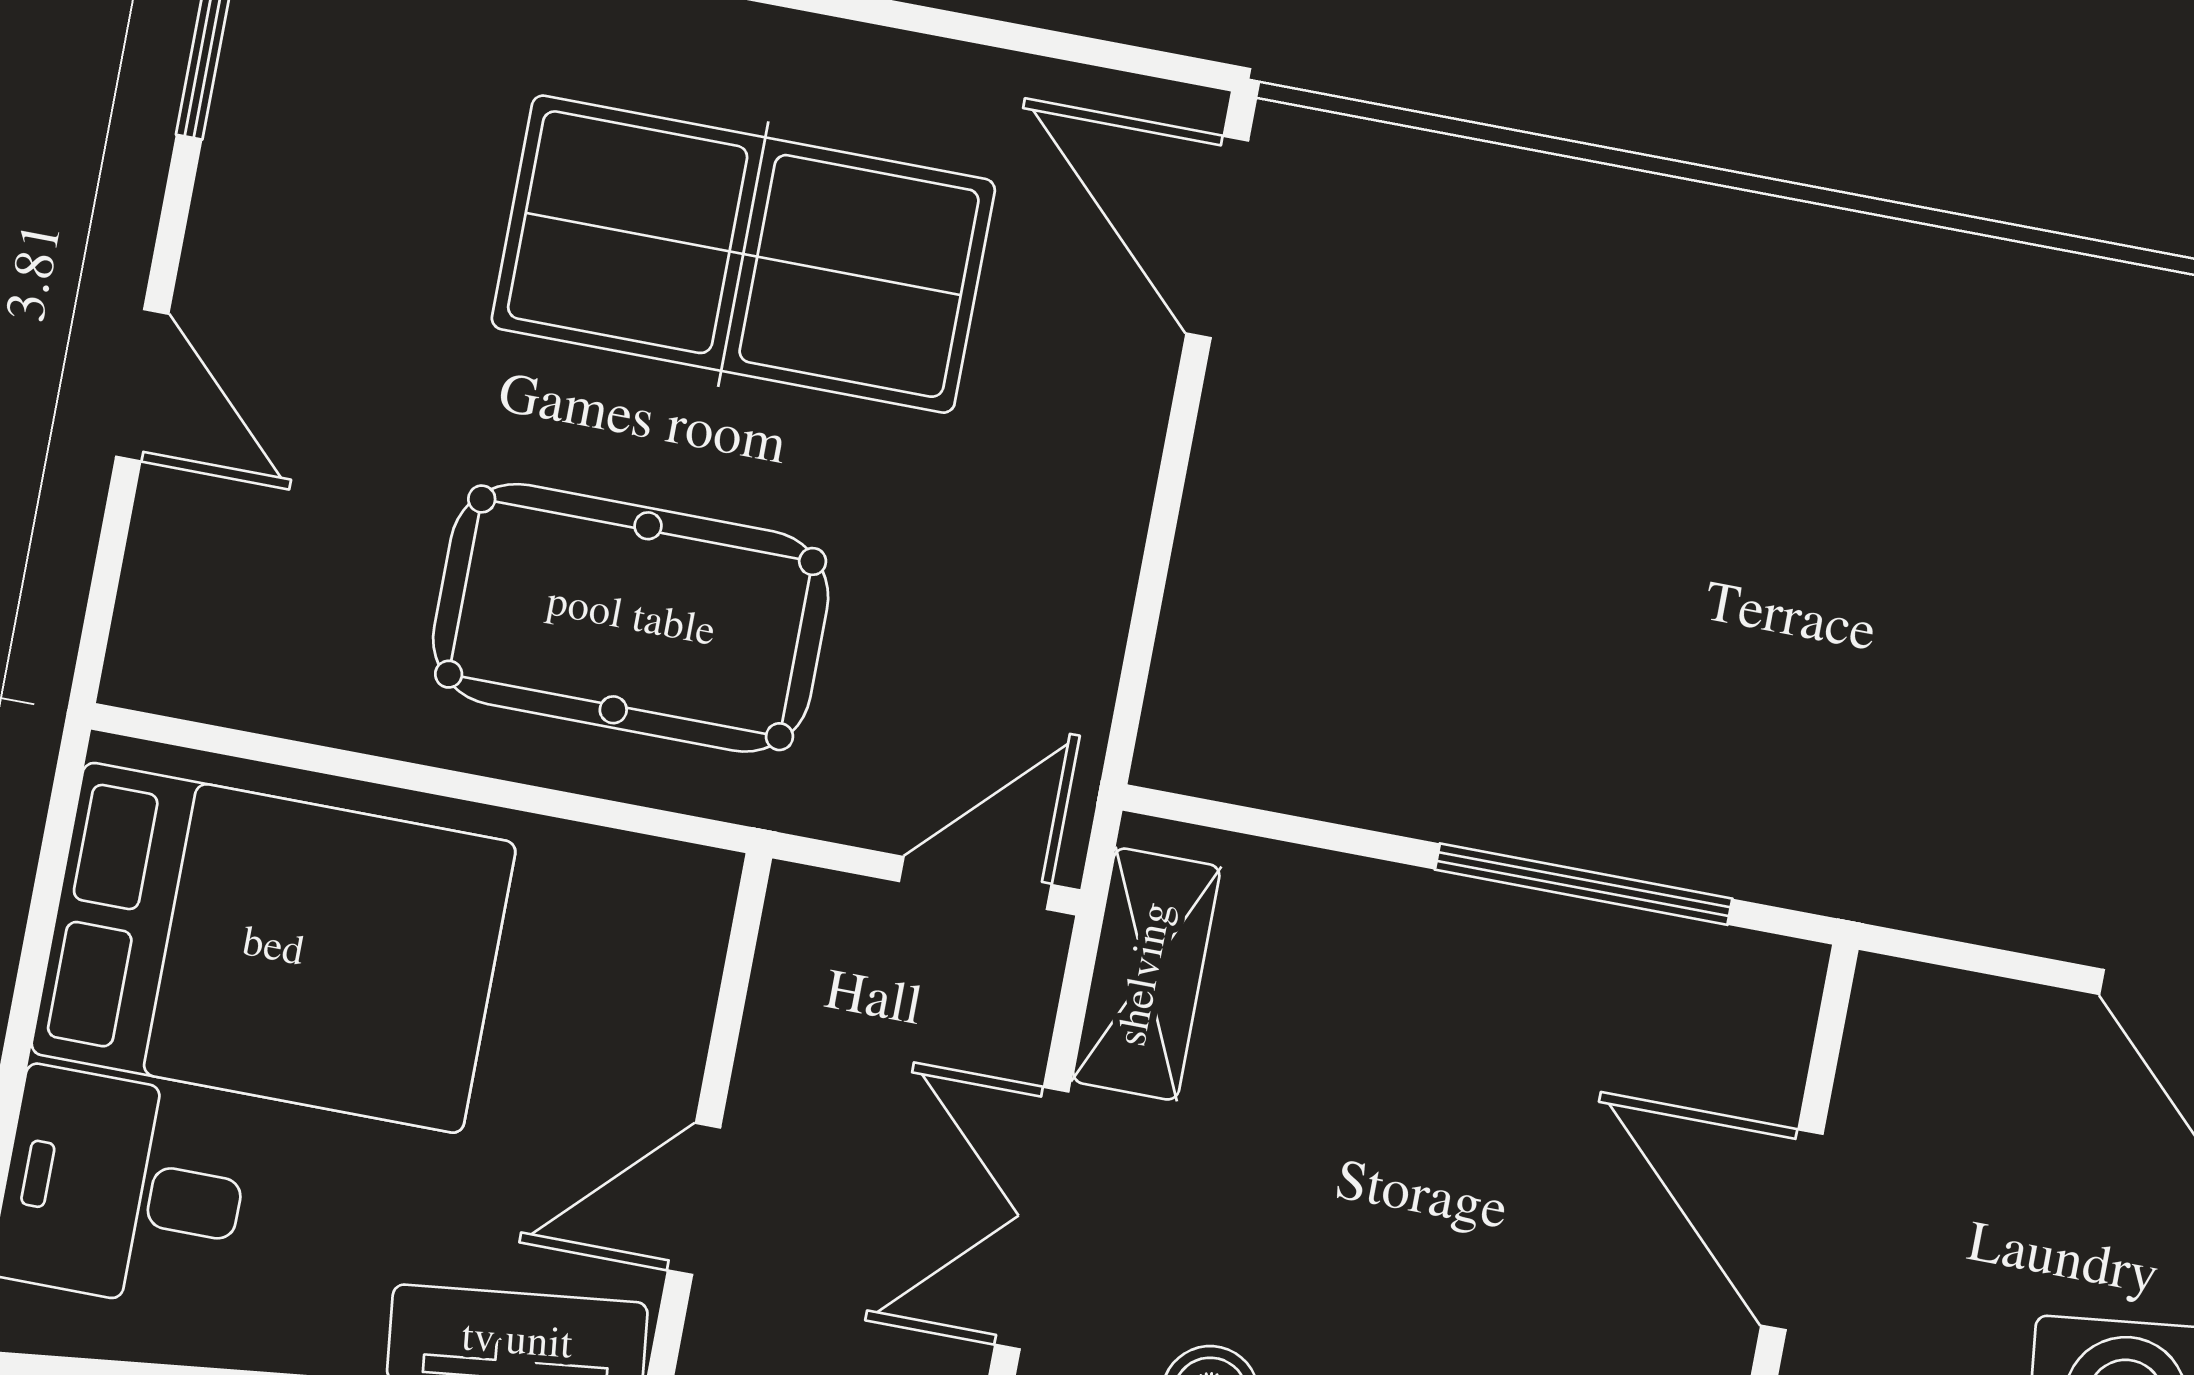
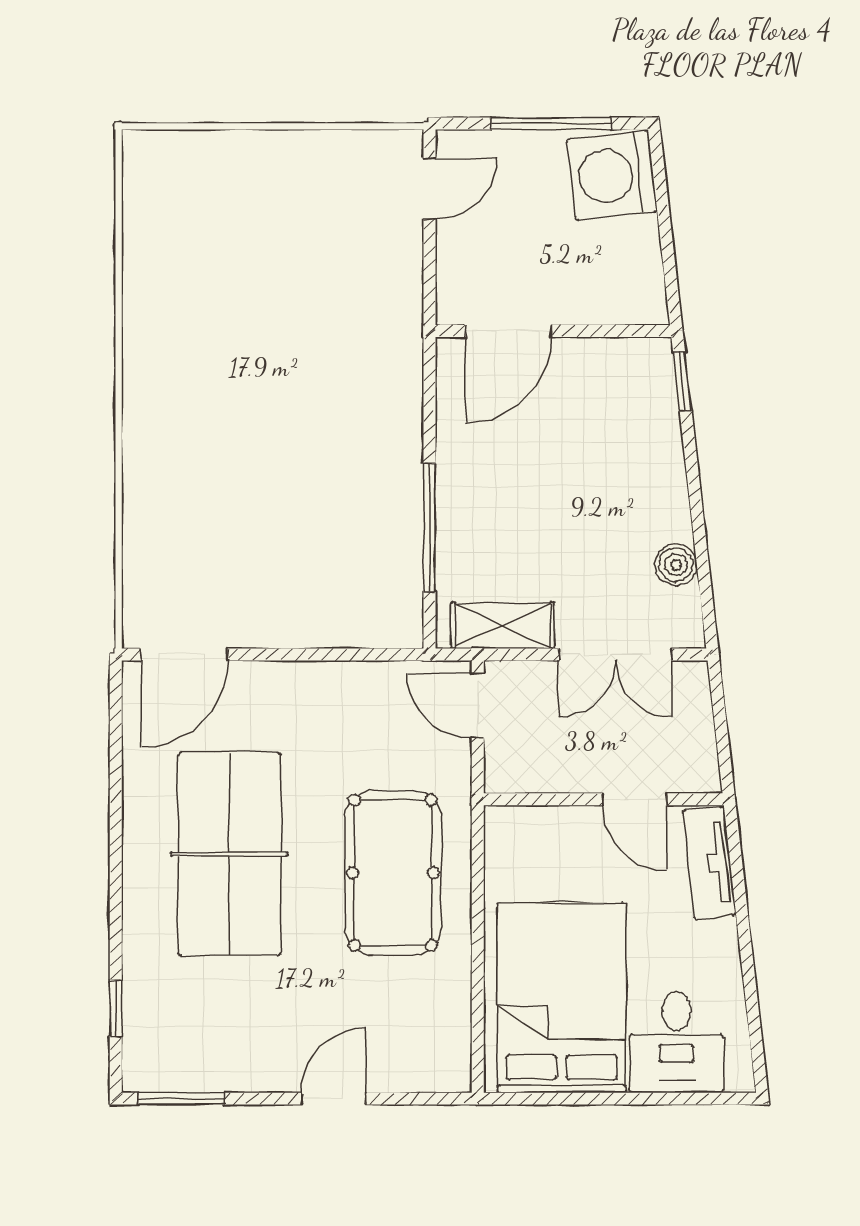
window: (1584, 884) -> (429, 528), moved
door: (1792, 1230) -> (509, 331), moved

